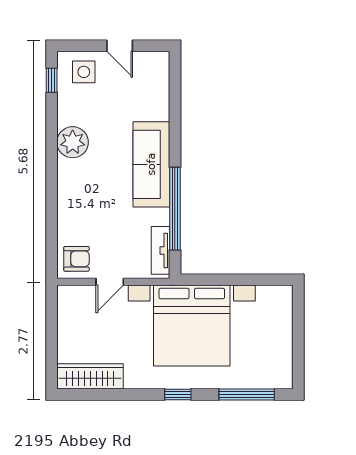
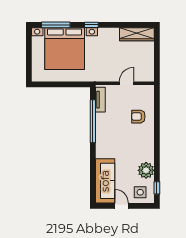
plant: (73, 142) -> (146, 170), moved
sofa: (151, 164) -> (105, 181), moved
armchair: (76, 259) -> (138, 117), moved
bed with nightstands: (192, 326) -> (65, 49), moved, turned 180

